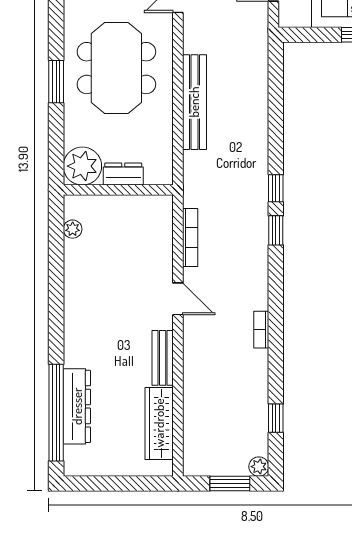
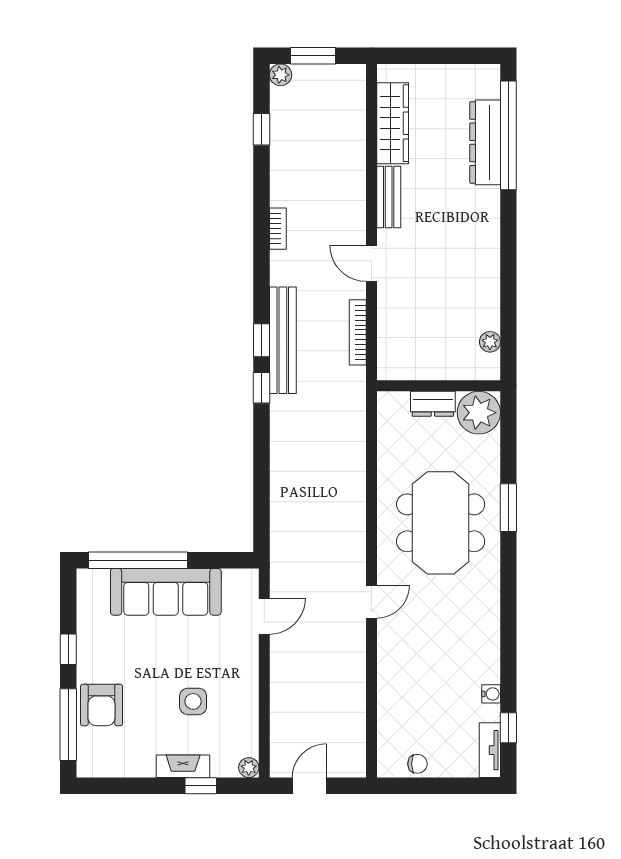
bench: (194, 102) -> (283, 340), moved

